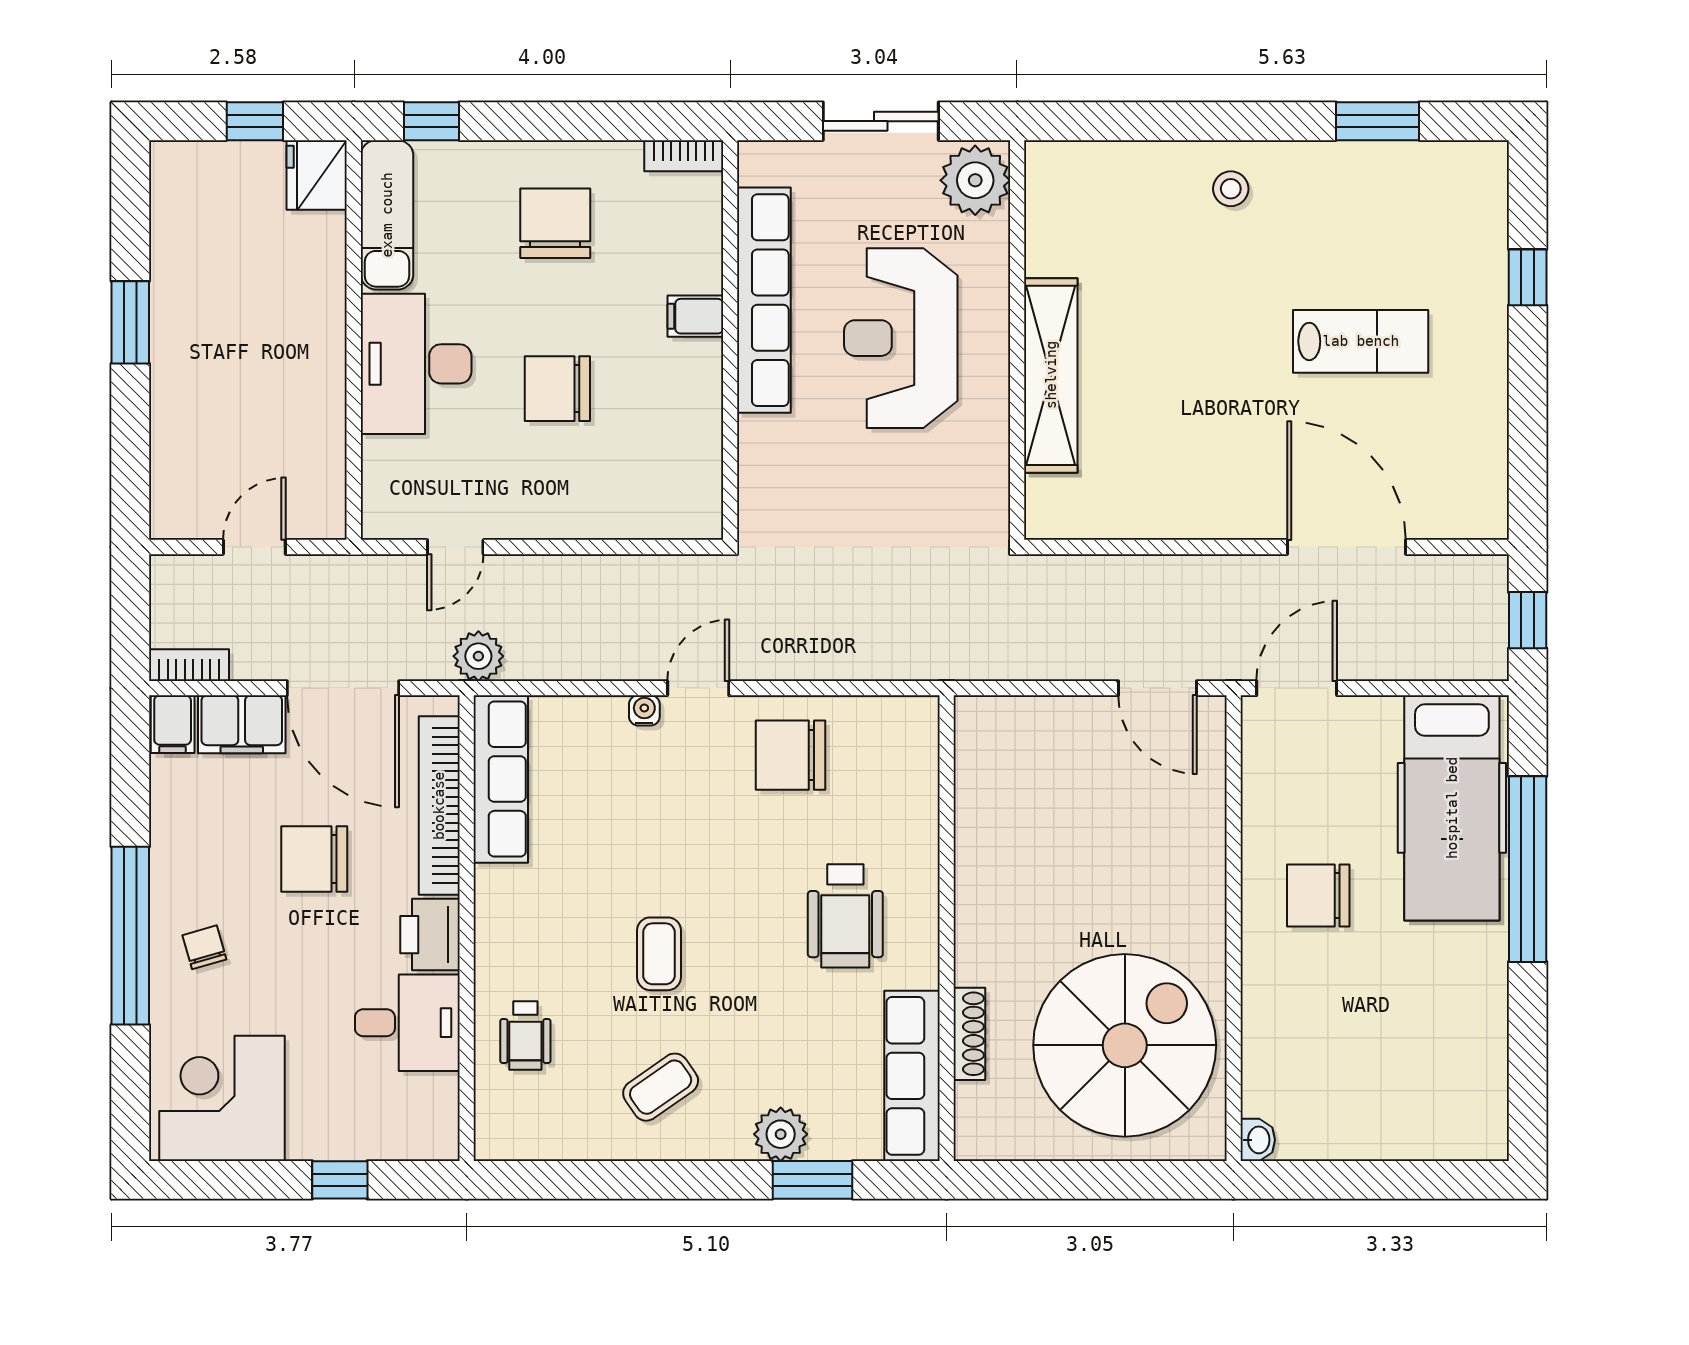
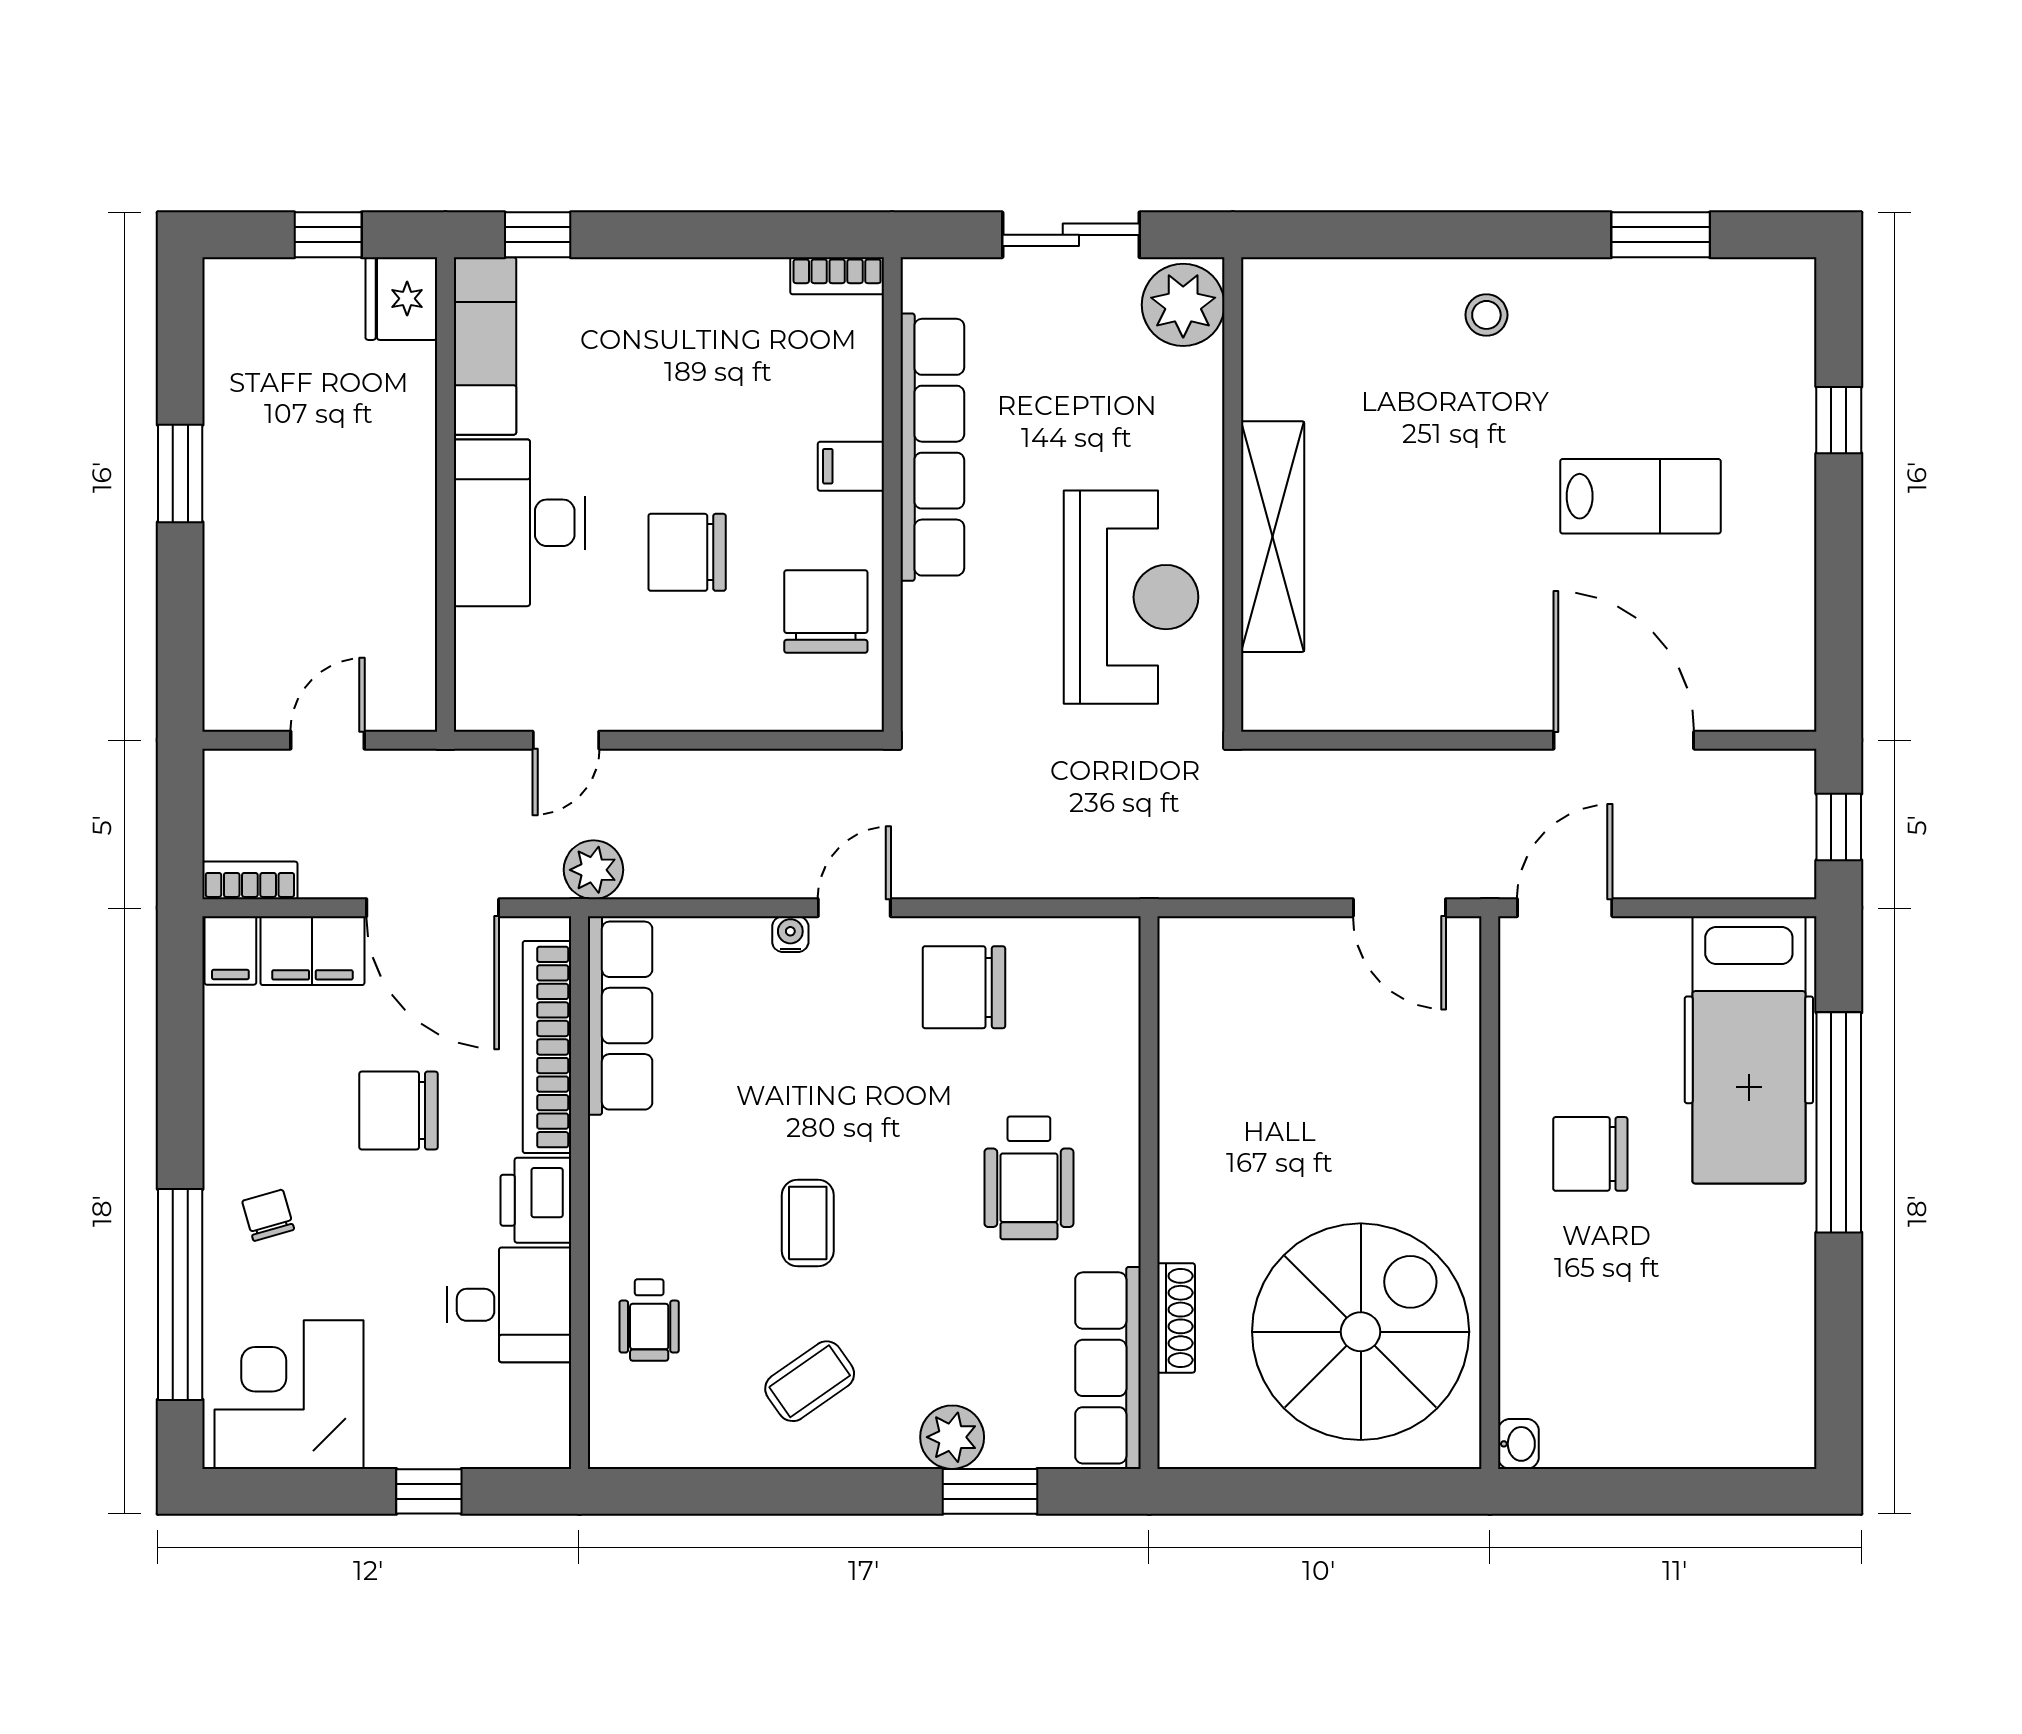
chair: (555, 223) -> (826, 612), moved
reception desk: (901, 338) -> (1131, 597), moved, turned 180
window: (130, 936) -> (180, 1294), moved

